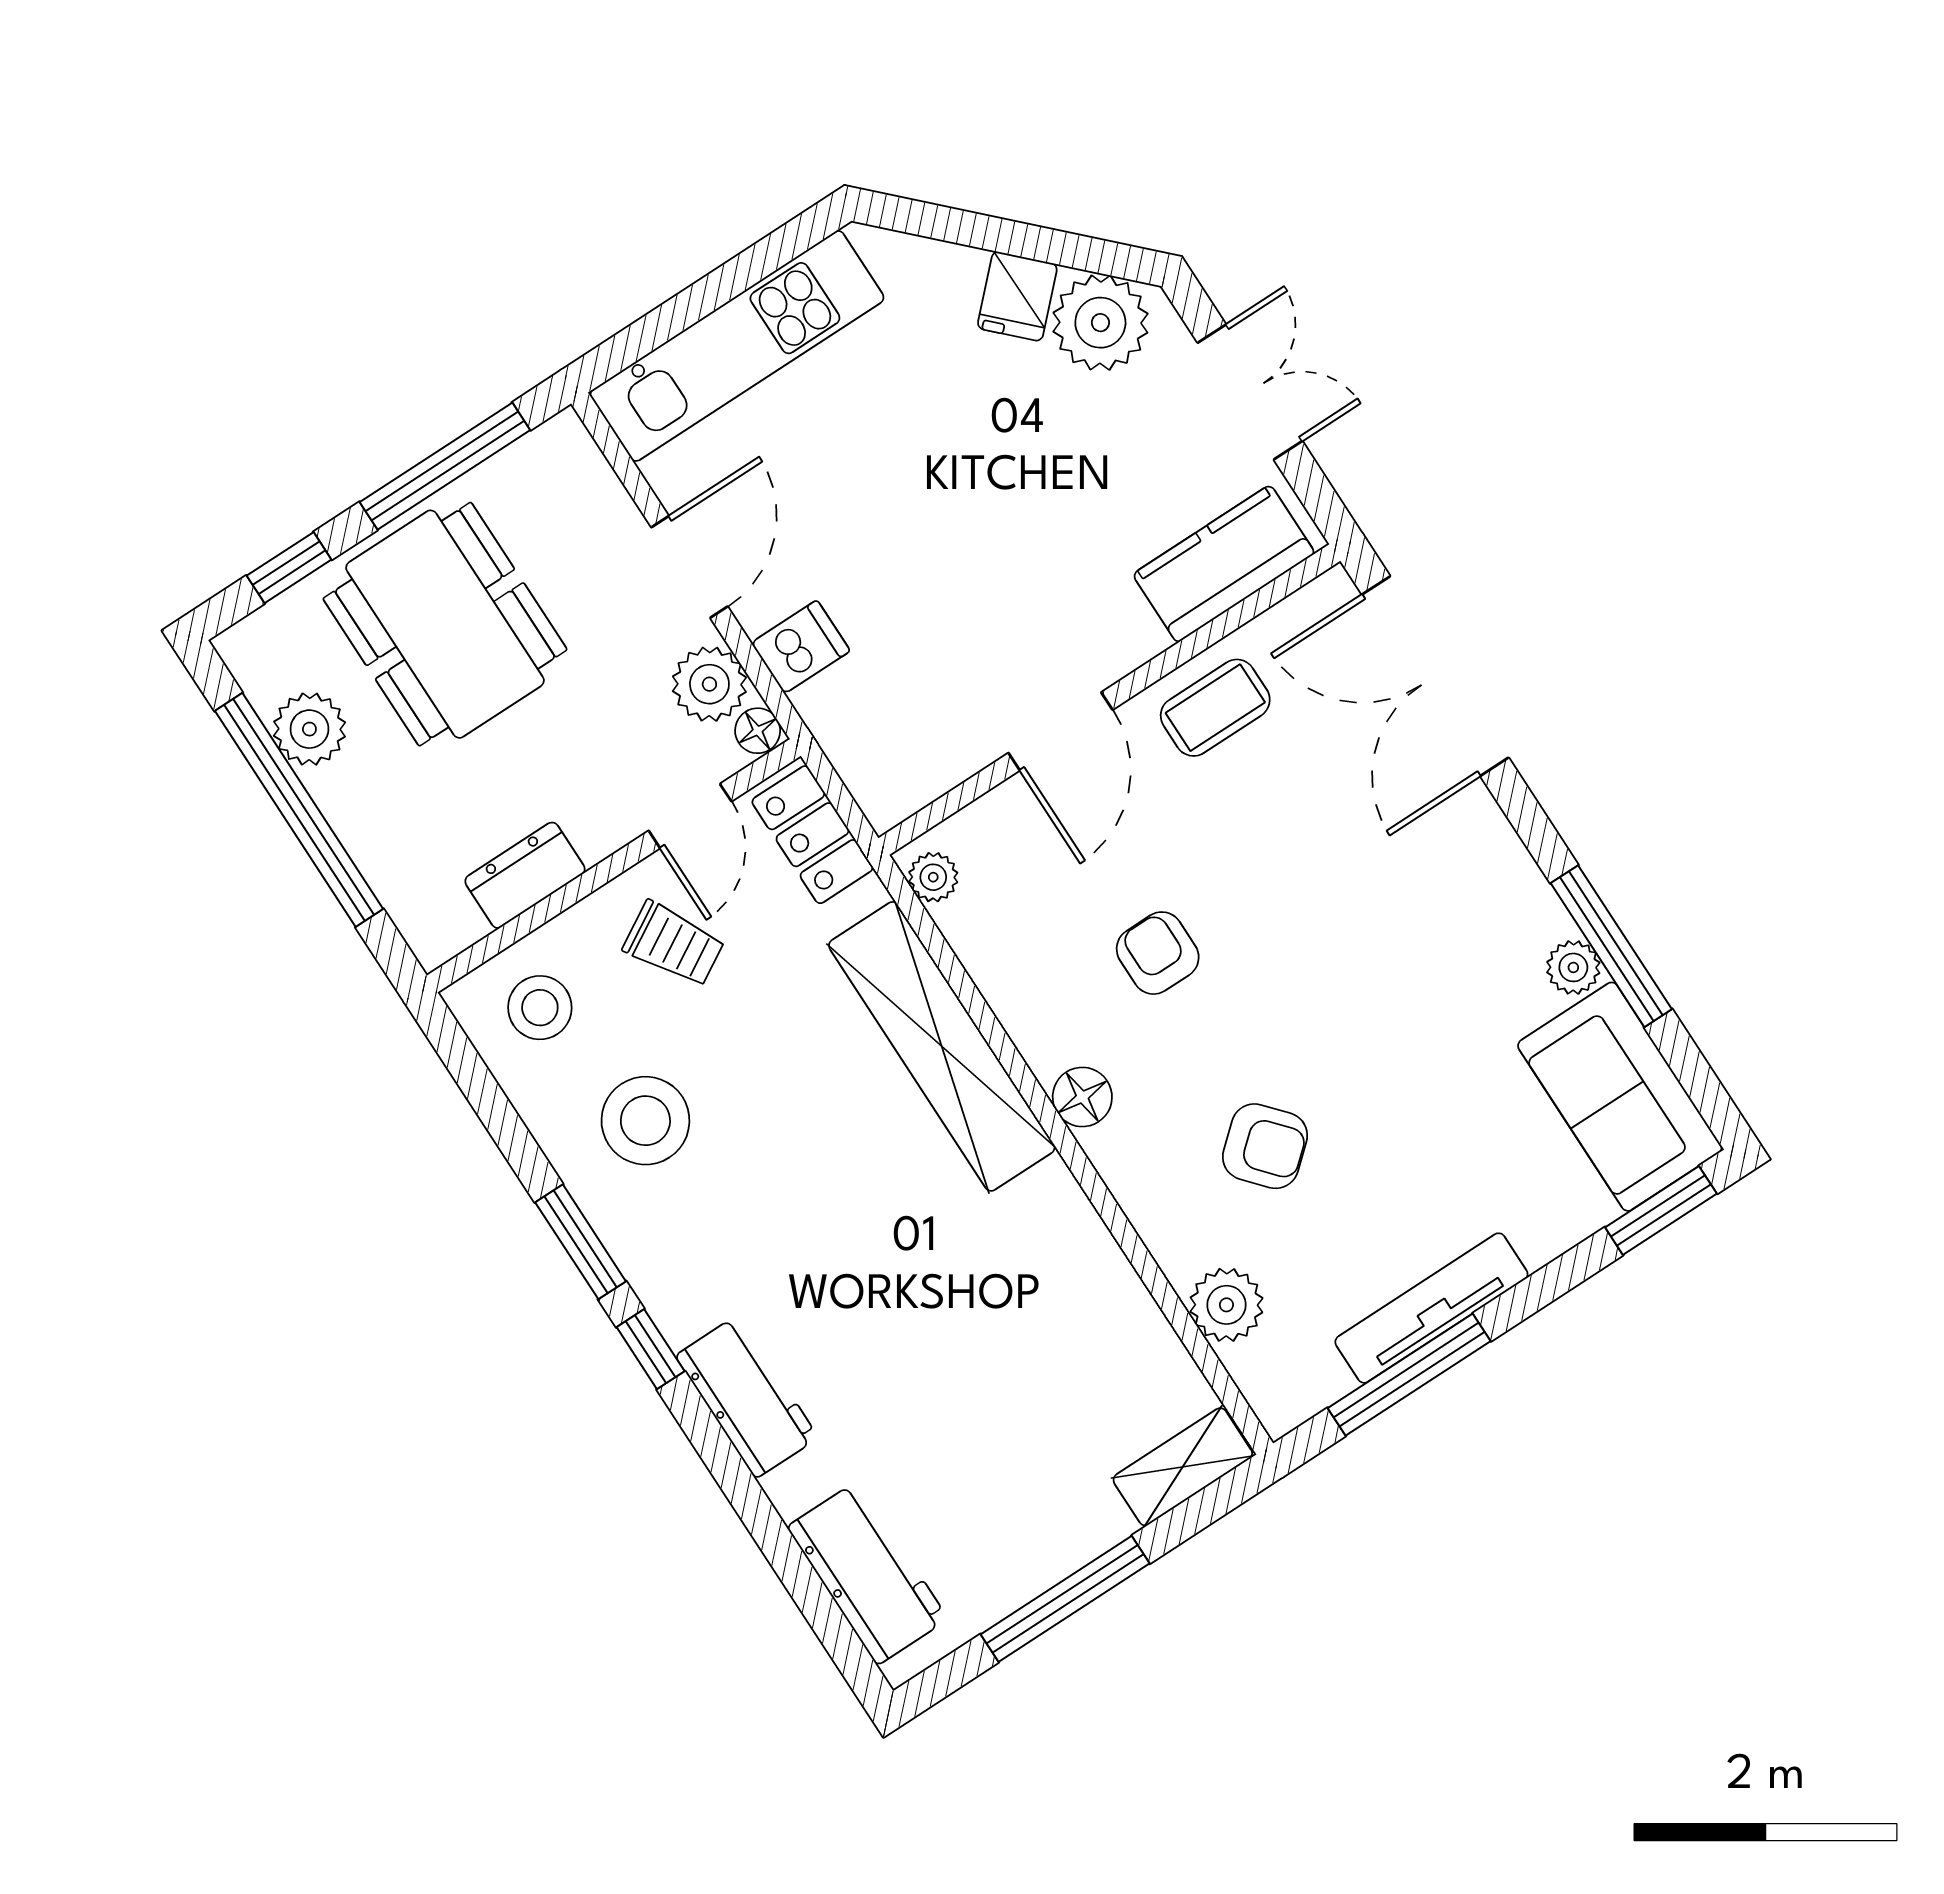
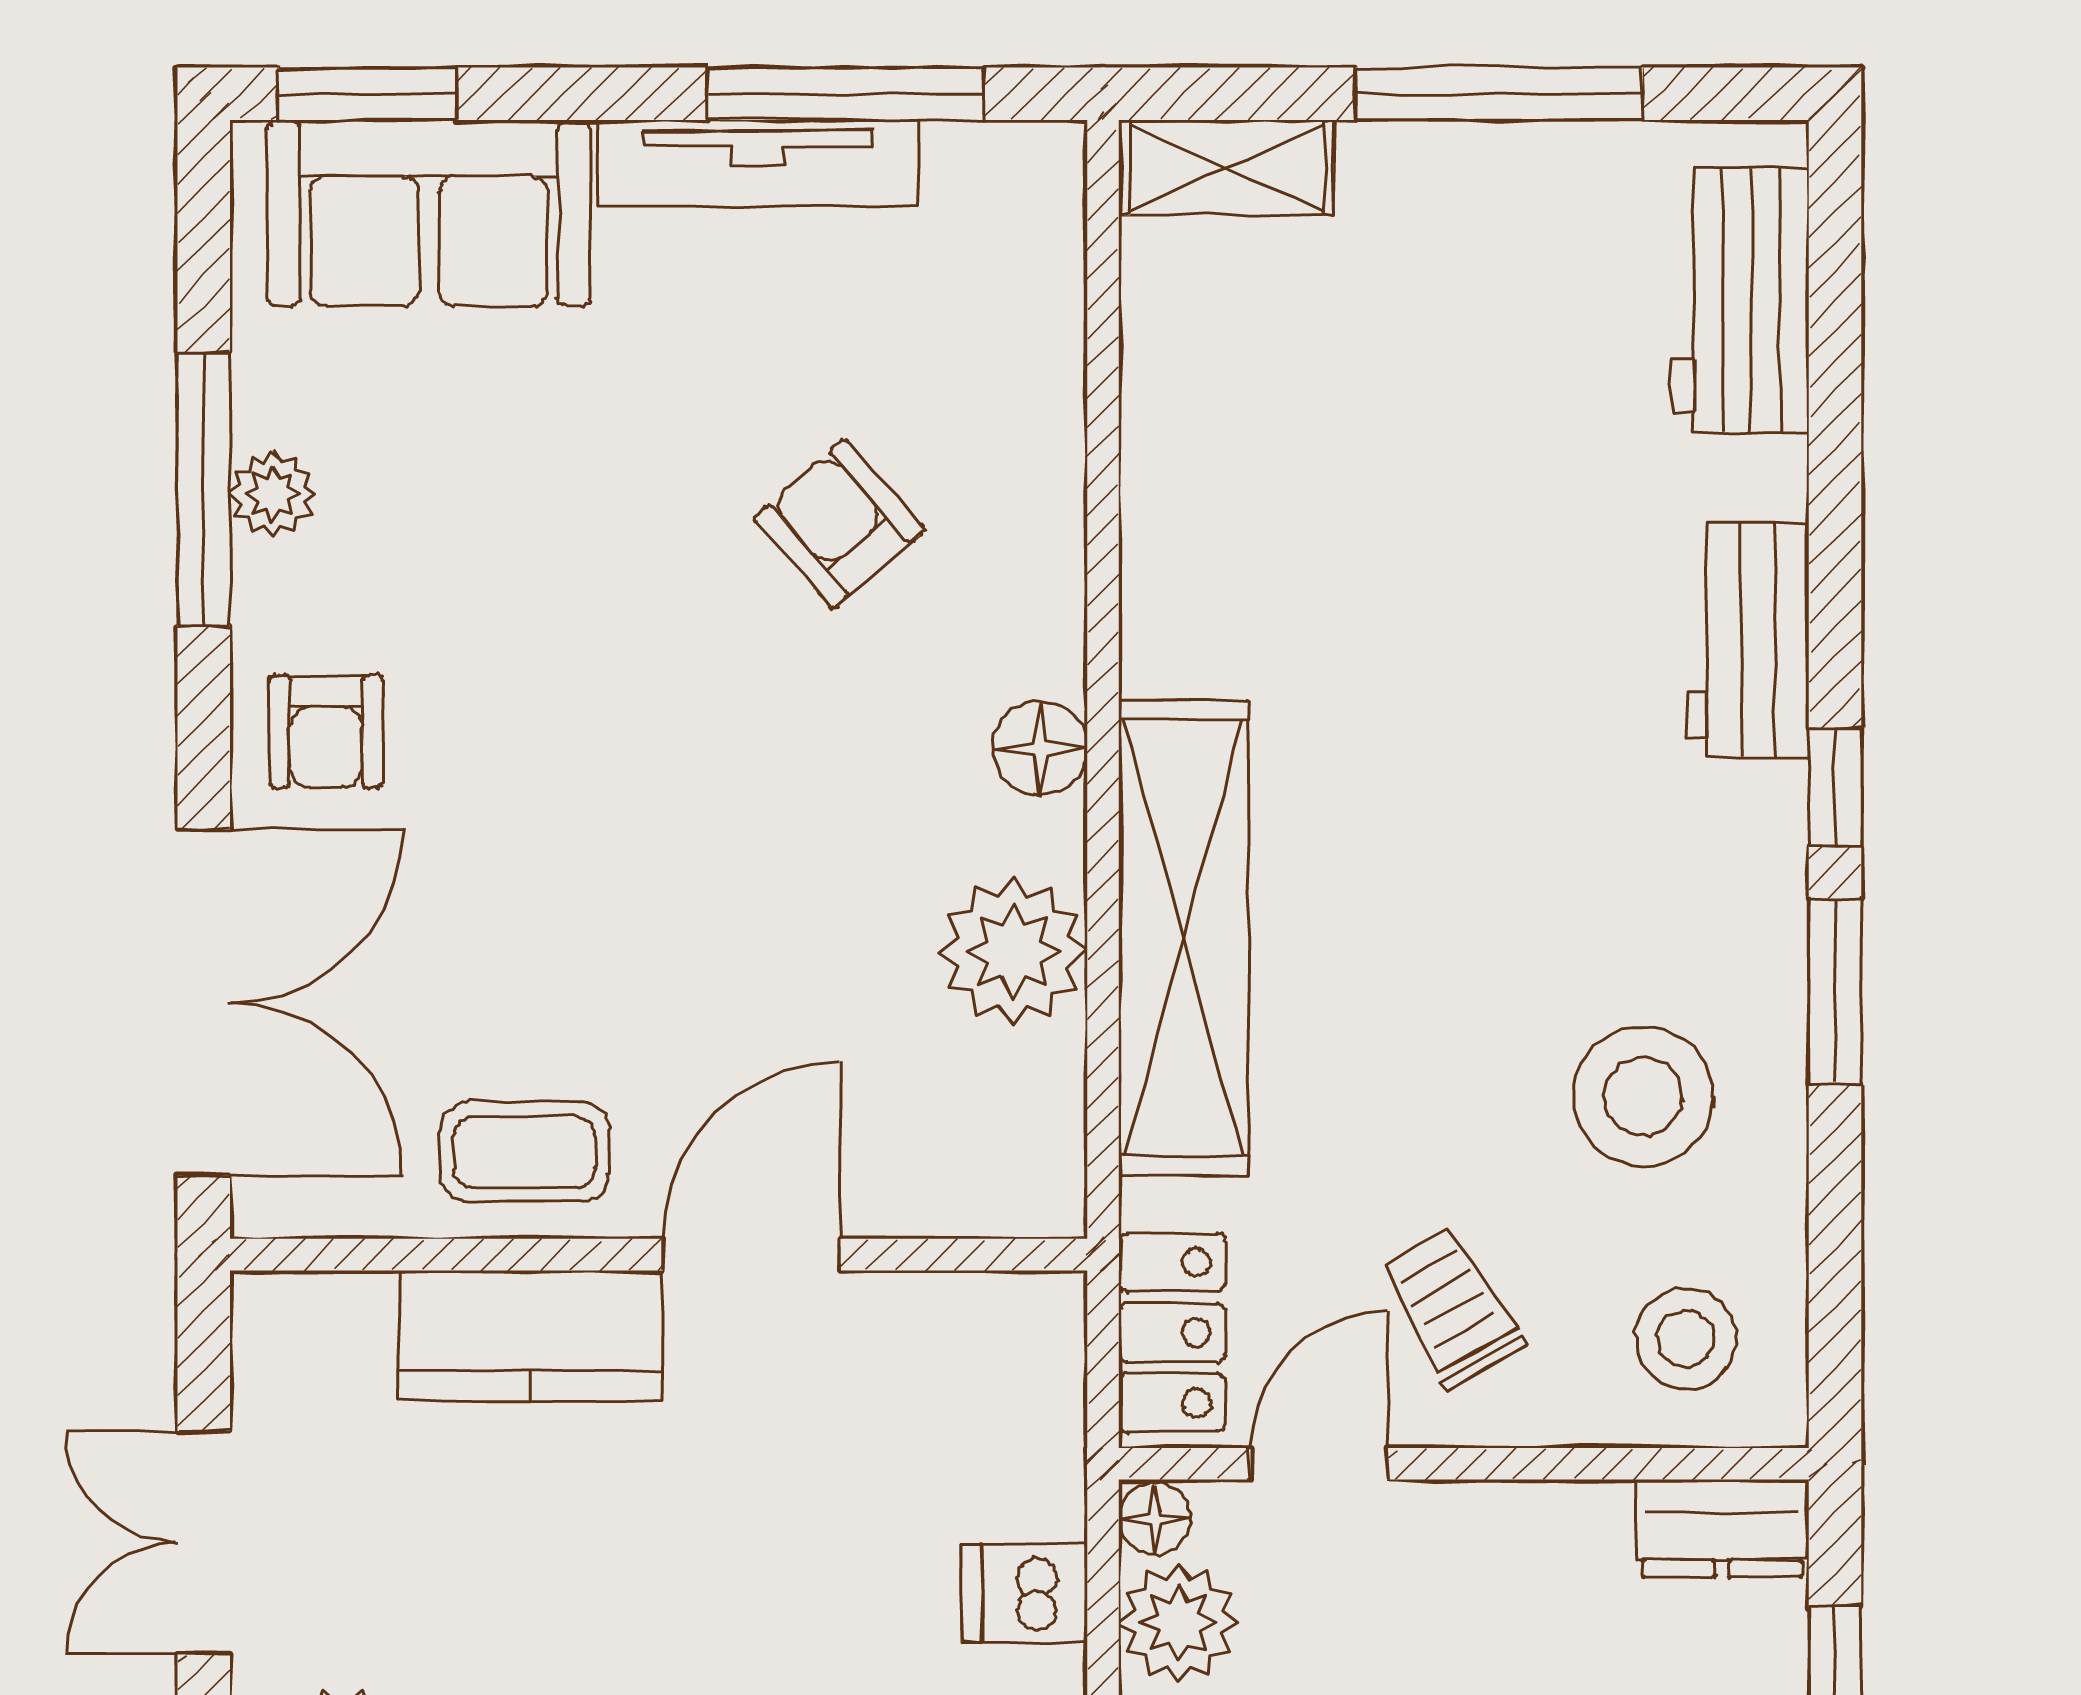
kitchen counter: (1224, 564) -> (531, 1336), moved
dresser: (525, 875) -> (1722, 1528), moved
plant: (933, 877) -> (1013, 951), moved, width x1.87, depth x1.87
armchair: (1158, 953) -> (326, 731), moved
sofa: (1620, 1097) -> (429, 213), moved, turned 90
plant: (1226, 1305) -> (1029, 346), removed

